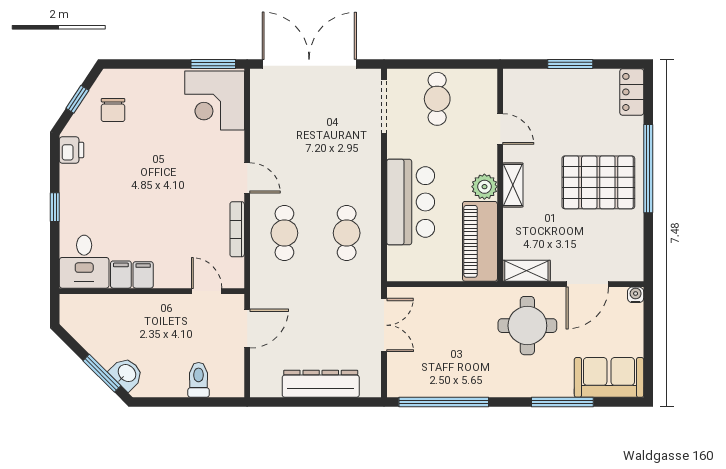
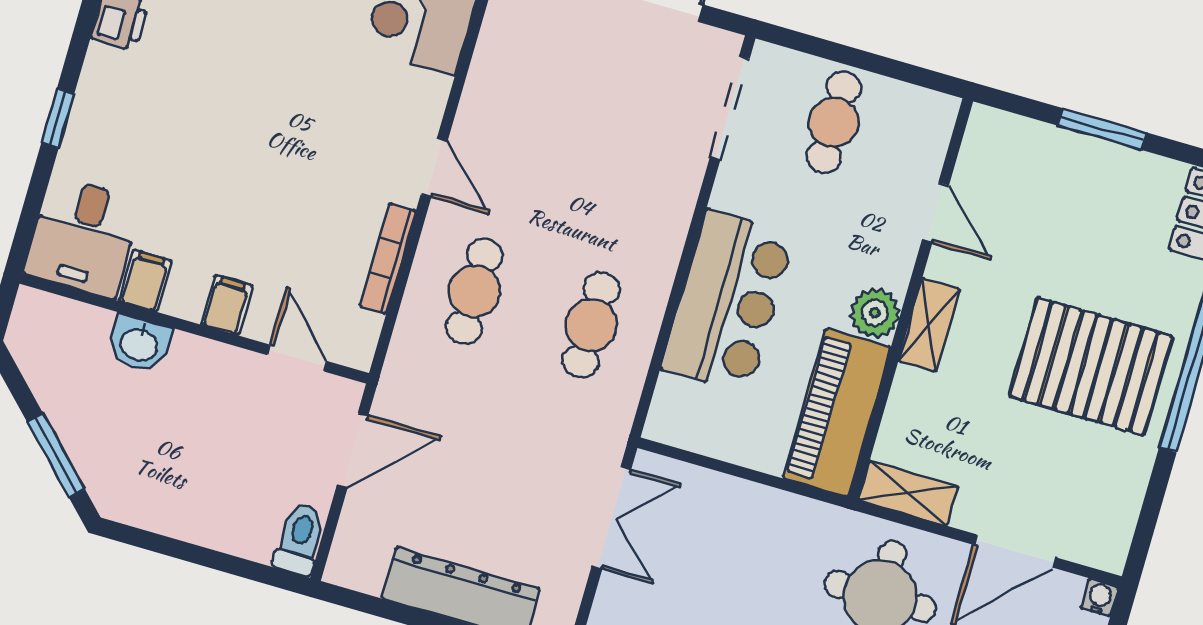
filing cabinet: (143, 275) -> (227, 305), moved
washbasin: (126, 374) -> (139, 344), moved, turned 135
toilet: (199, 380) -> (300, 539), moved

